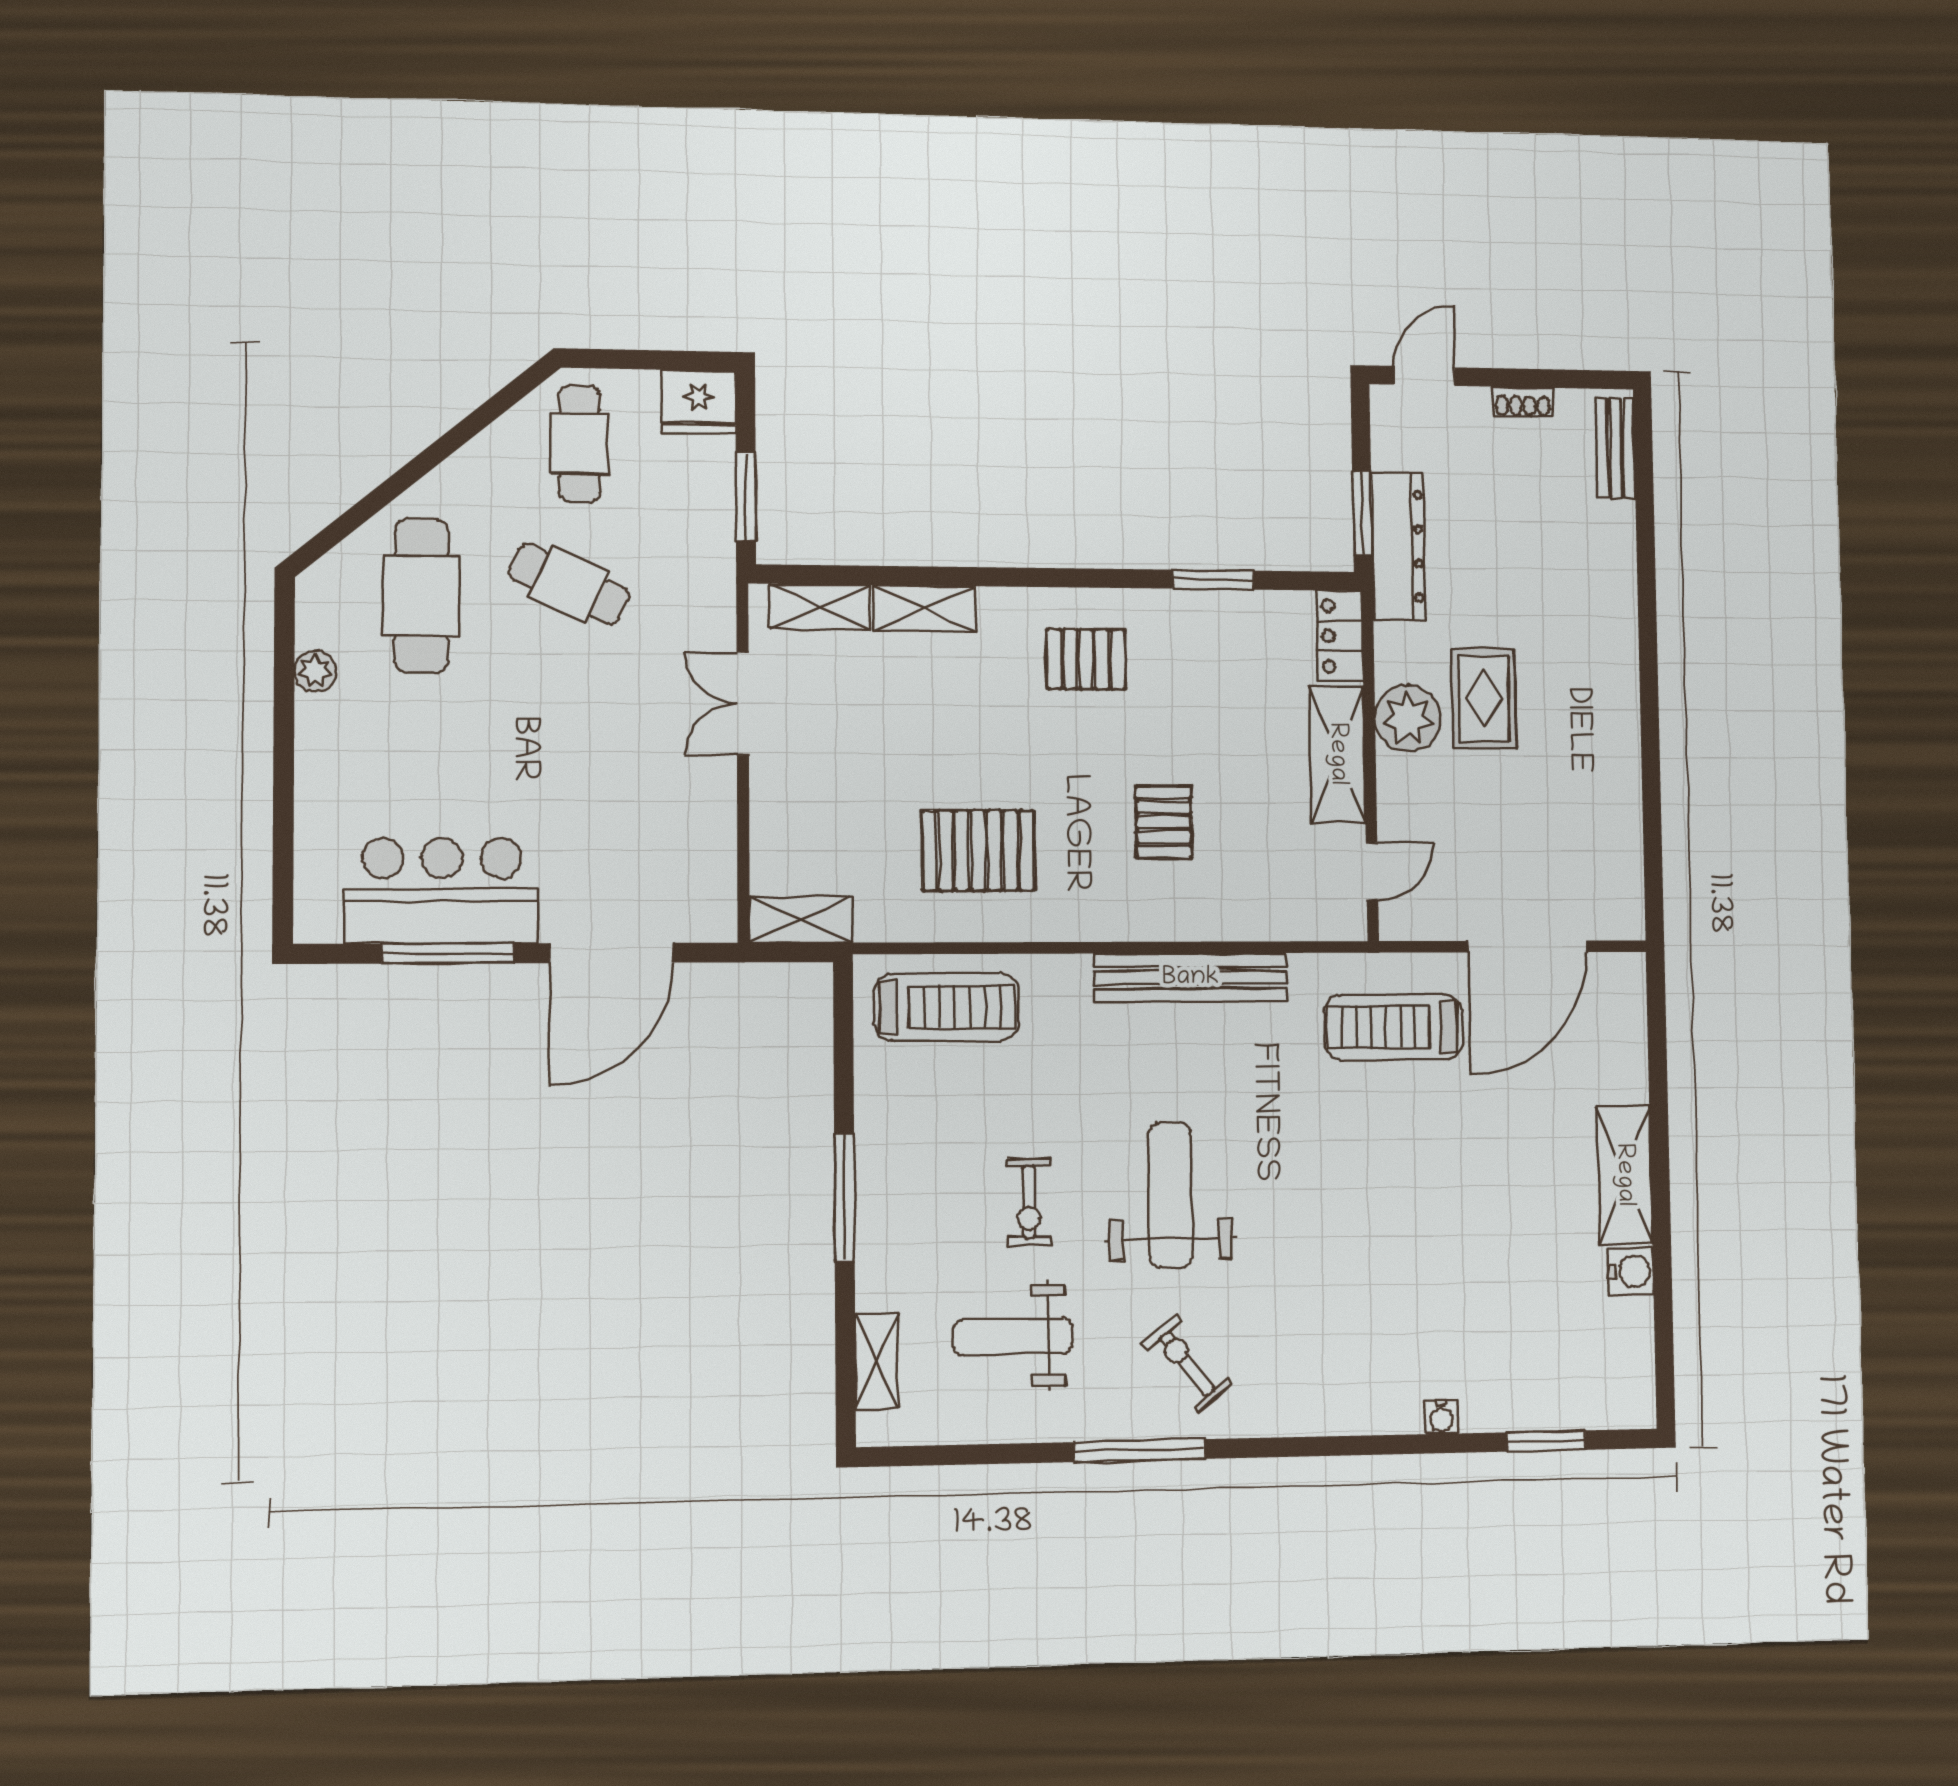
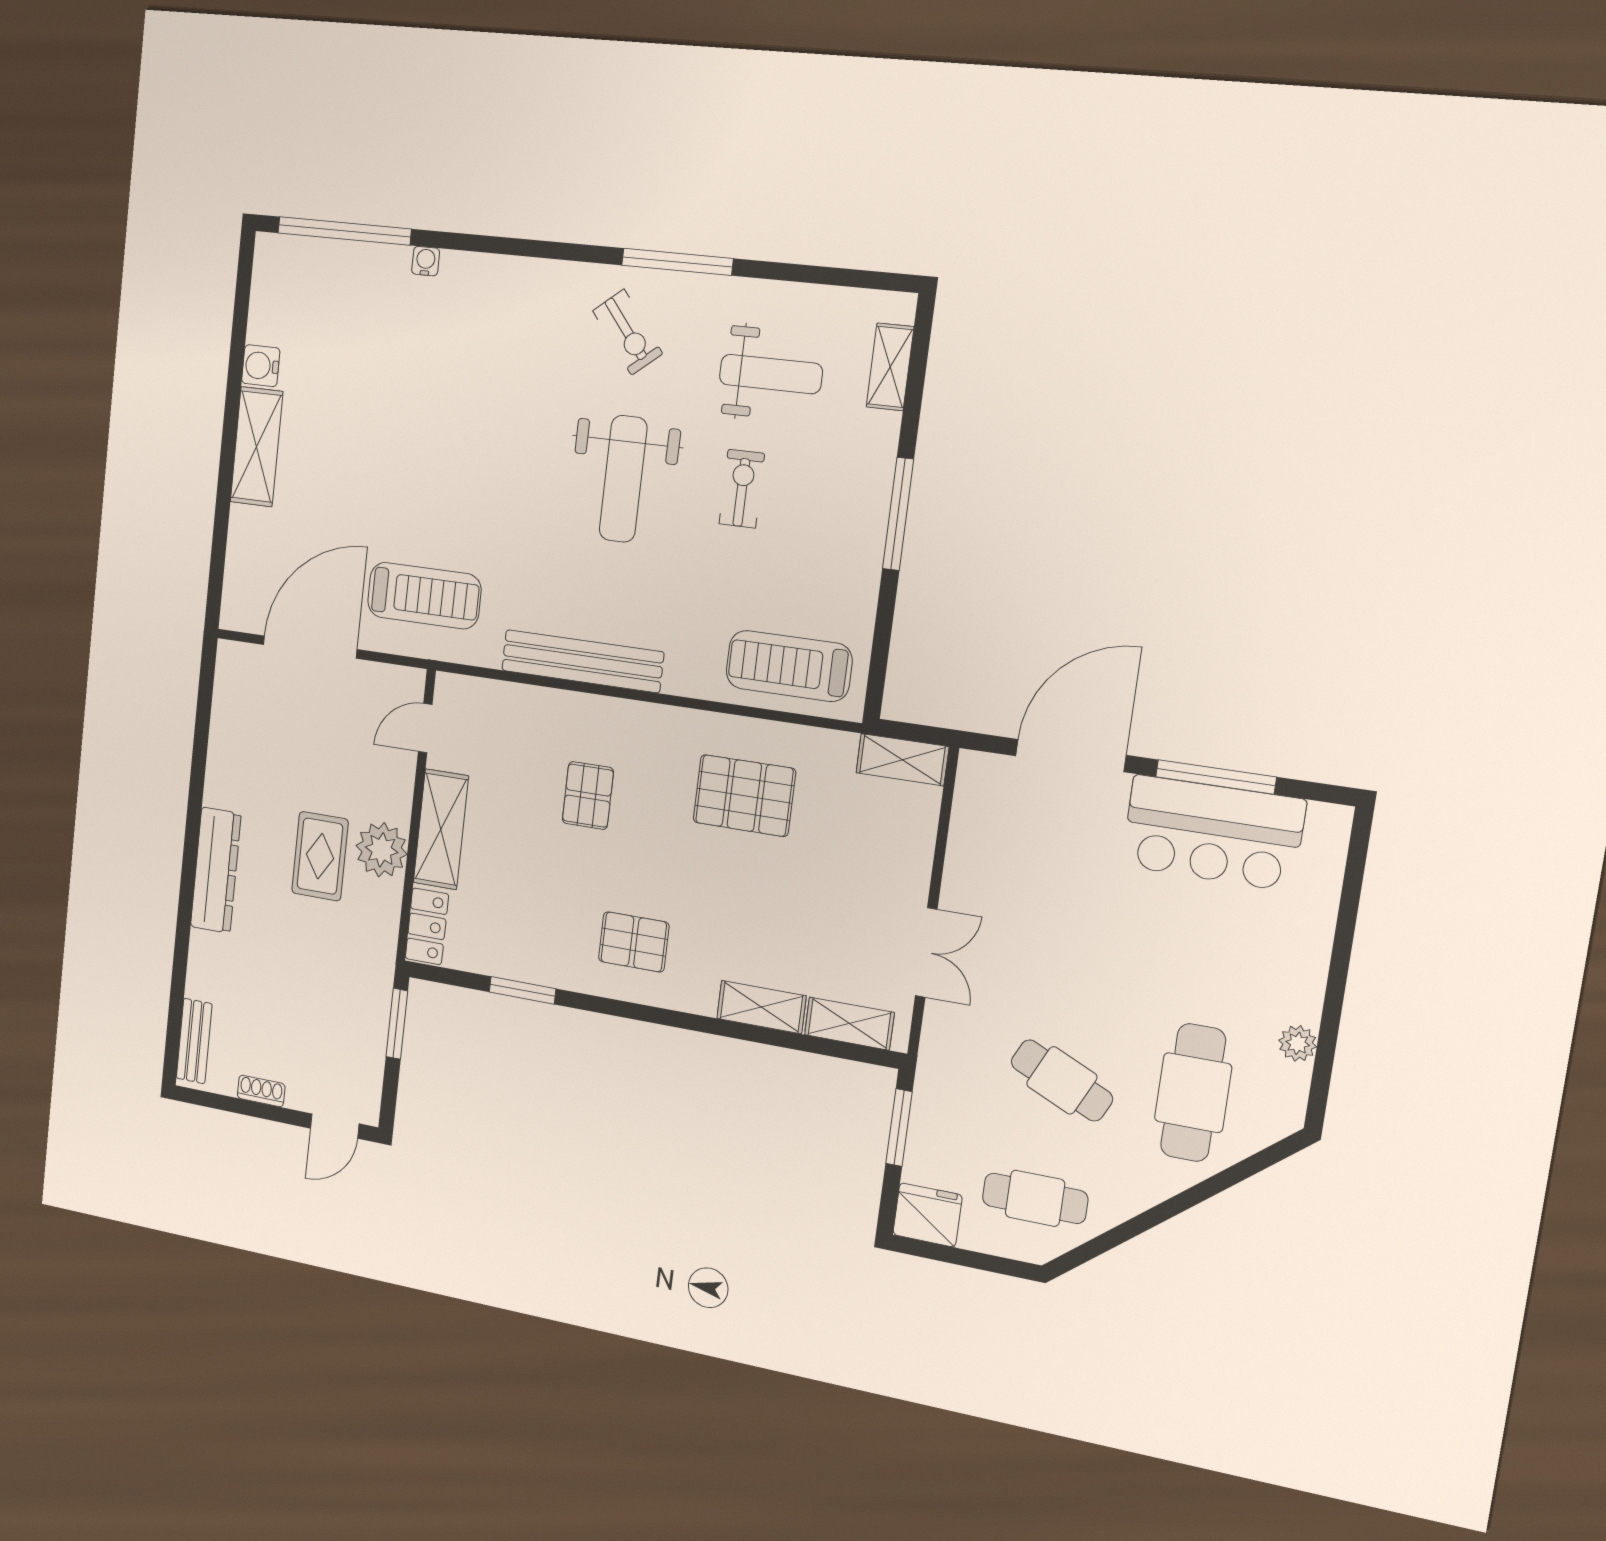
cafe table: (580, 444) -> (1035, 1198), turned 90
dresser: (1398, 546) -> (216, 870), moved, turned 180
window: (1546, 1441) -> (344, 231), width x2.11

